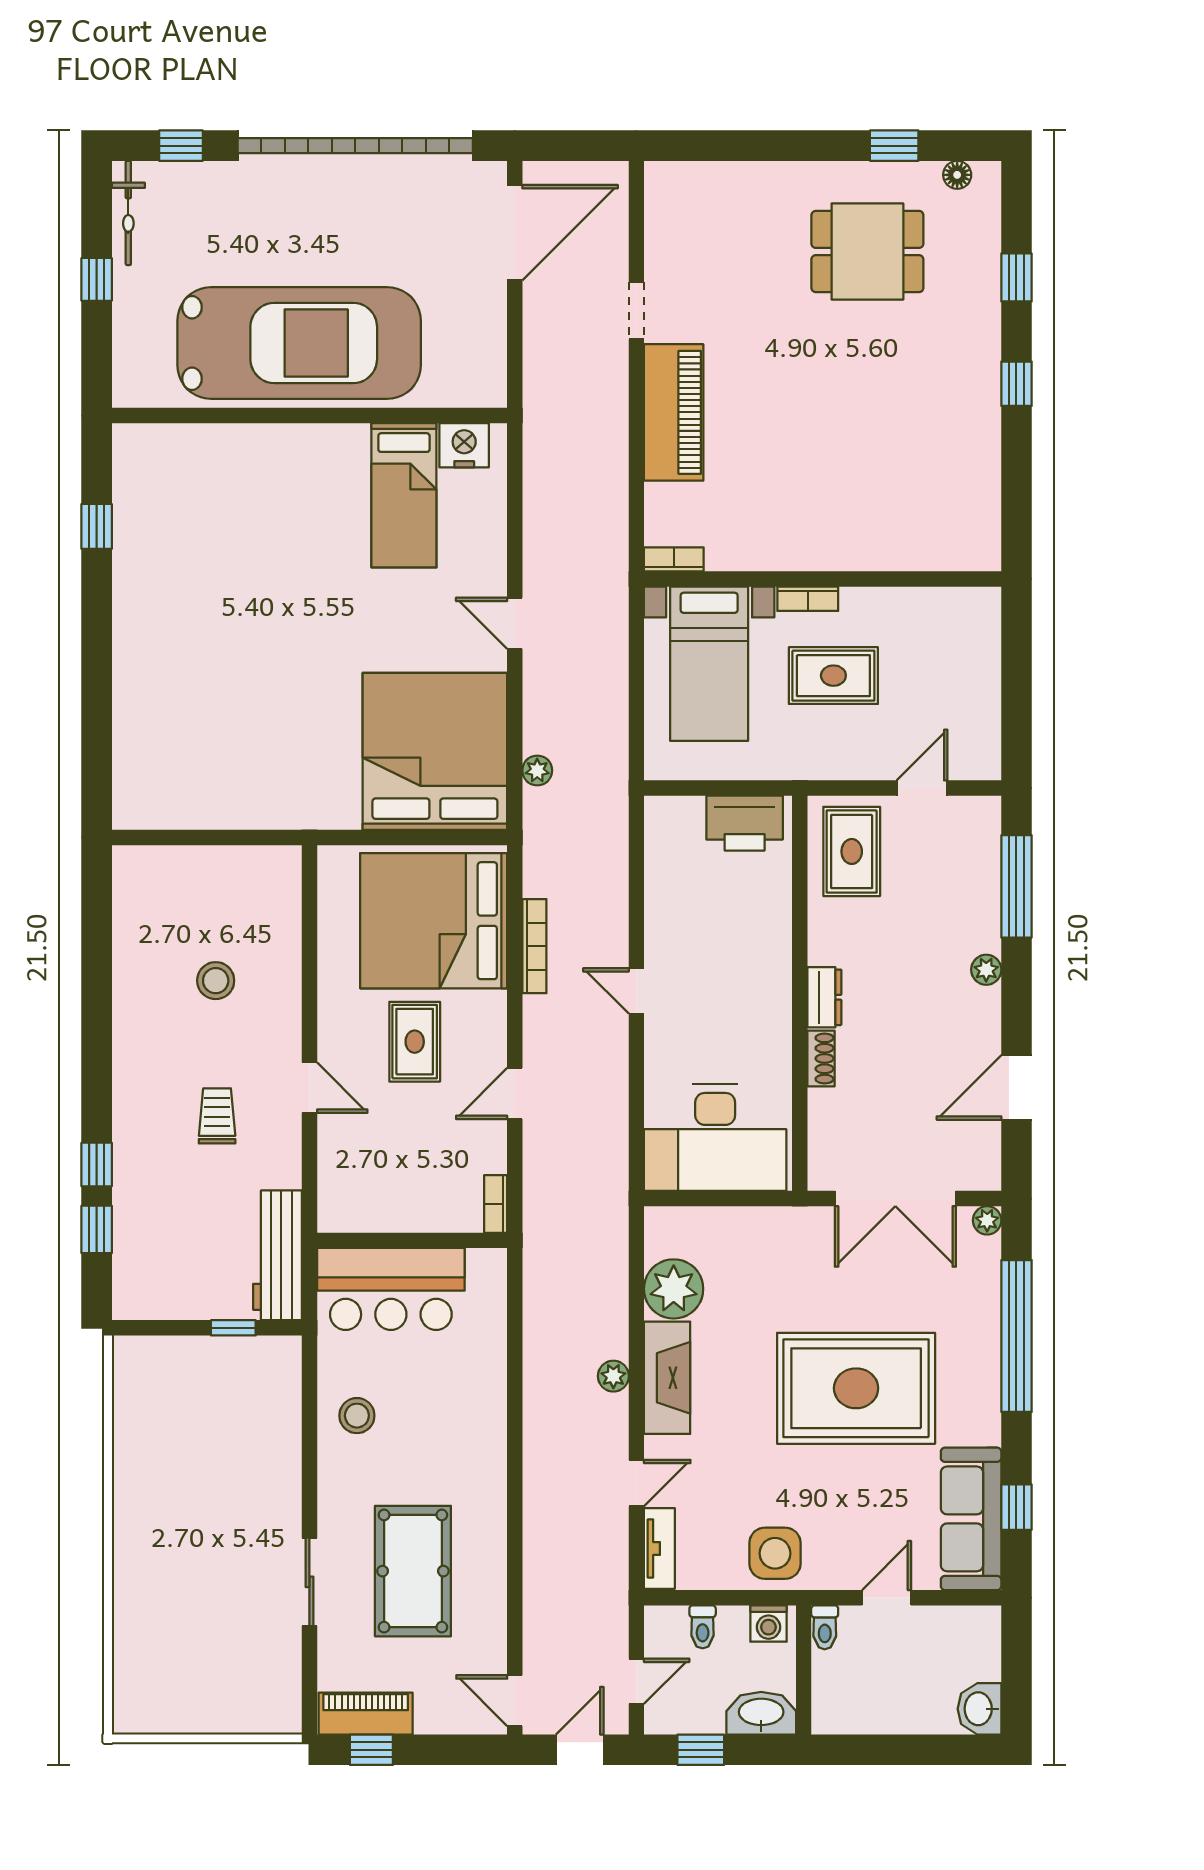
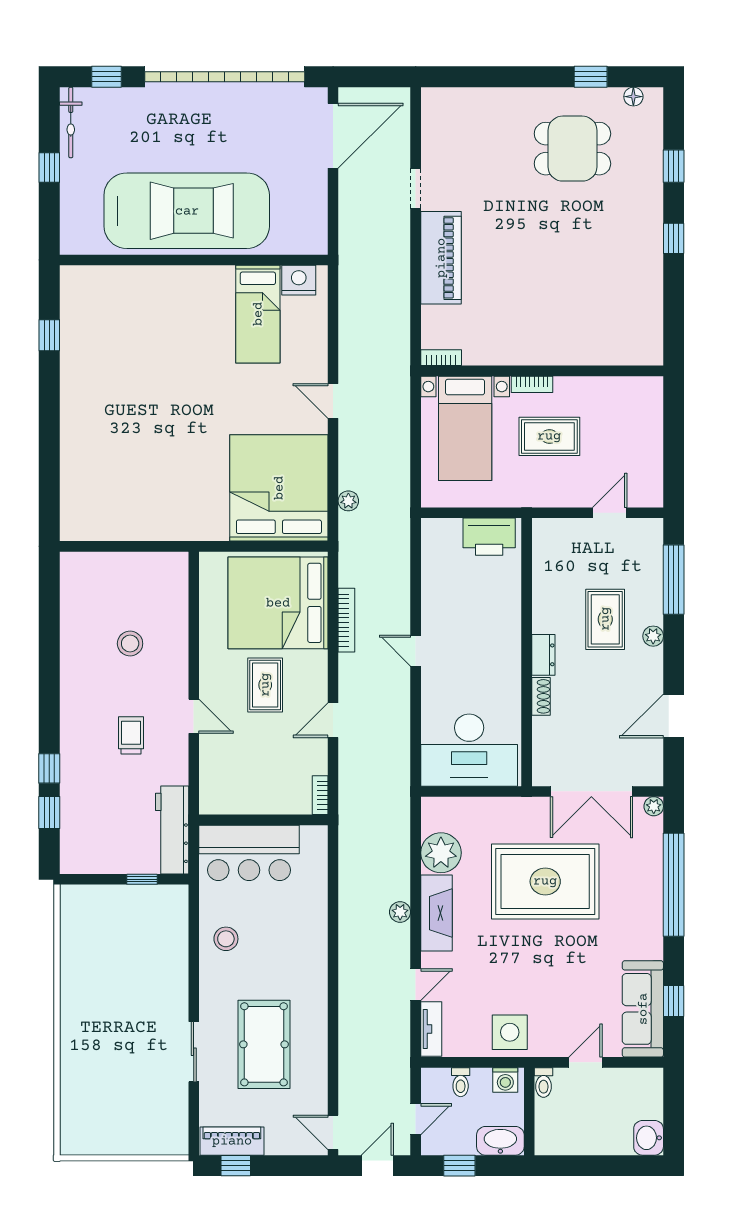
rug: (852, 851) -> (605, 619), moved
rug: (856, 1388) -> (545, 881), moved

